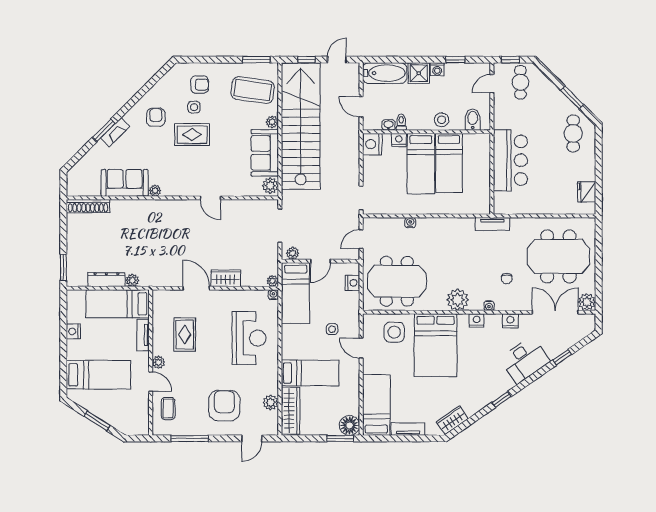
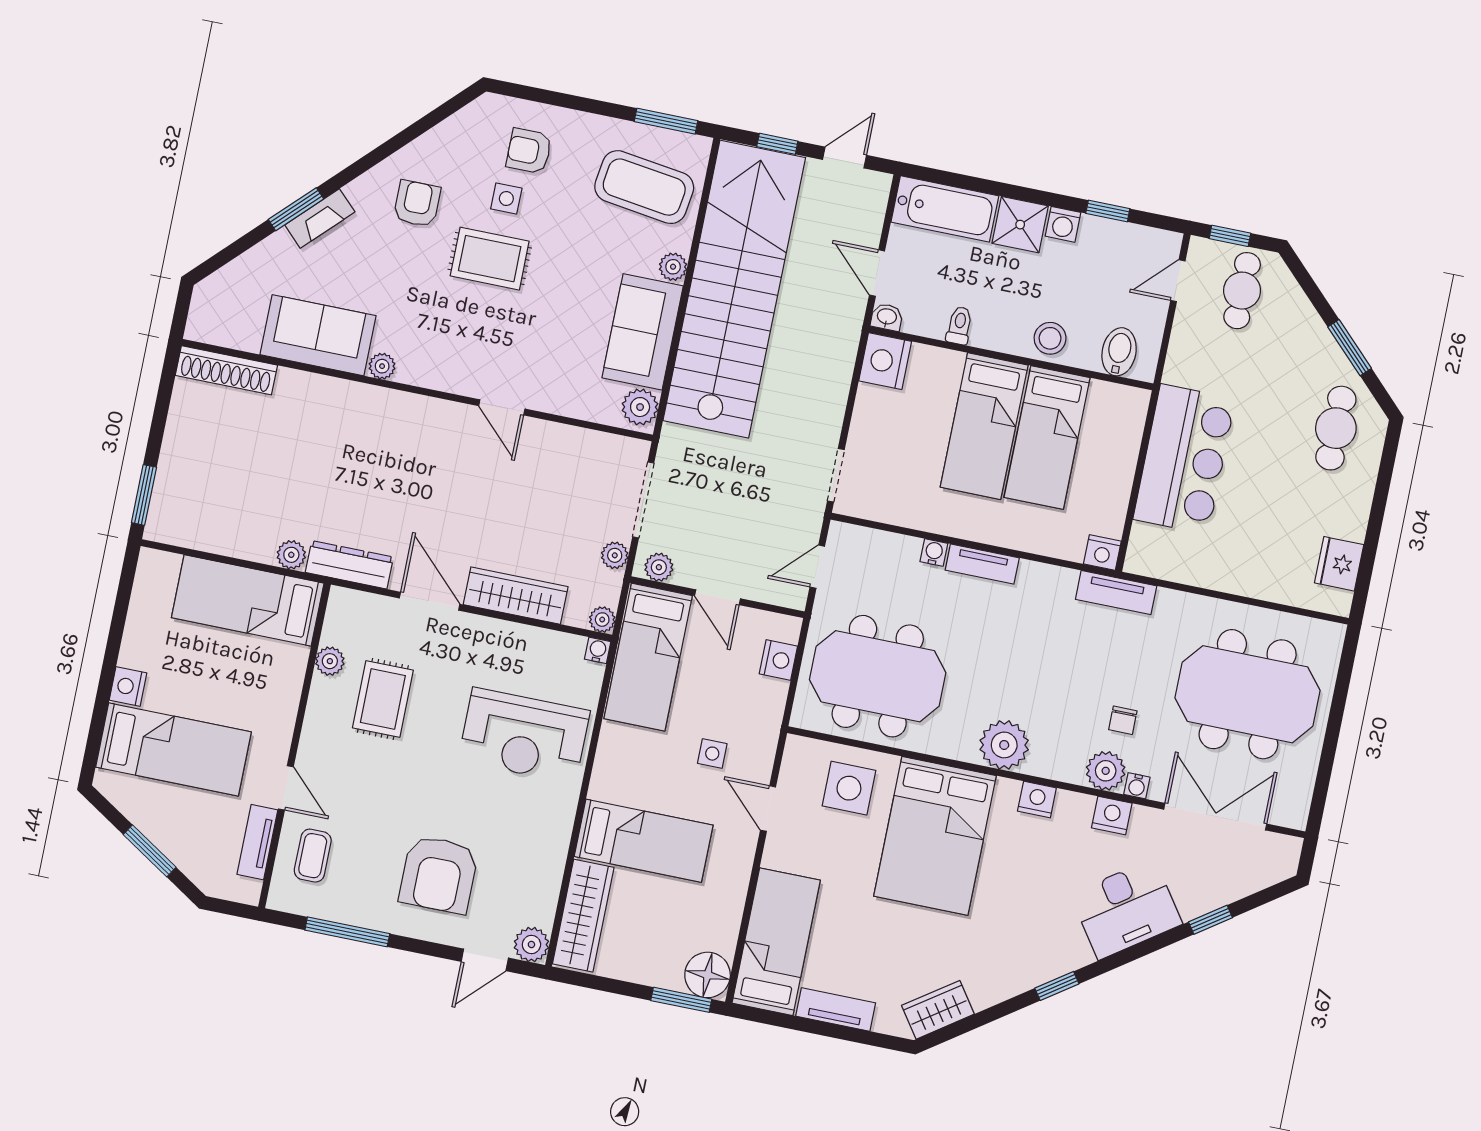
armchair: (200, 85) -> (529, 151), turned 180
washbasin: (388, 125) -> (887, 317), moved
nightstand: (399, 140) -> (1102, 553), moved, turned 180
tv unit: (432, 223) -> (982, 564), added
plant: (272, 252) -> (615, 555), added
door: (321, 261) -> (718, 597), hinge flipped
wardrobe: (226, 278) -> (516, 596), width x1.50
dresser: (106, 279) -> (349, 565), moved
plant: (587, 302) -> (1106, 771), moved
water cooler: (489, 306) -> (1137, 786), moved
nightstand: (73, 331) -> (128, 686), moved
tv unit: (143, 335) -> (257, 842), moved
reception desk: (249, 338) -> (524, 736), turned 90
plant: (158, 362) -> (330, 661), moved
plant: (271, 402) -> (531, 944), moved
armchair: (224, 406) -> (439, 874), turned 180

